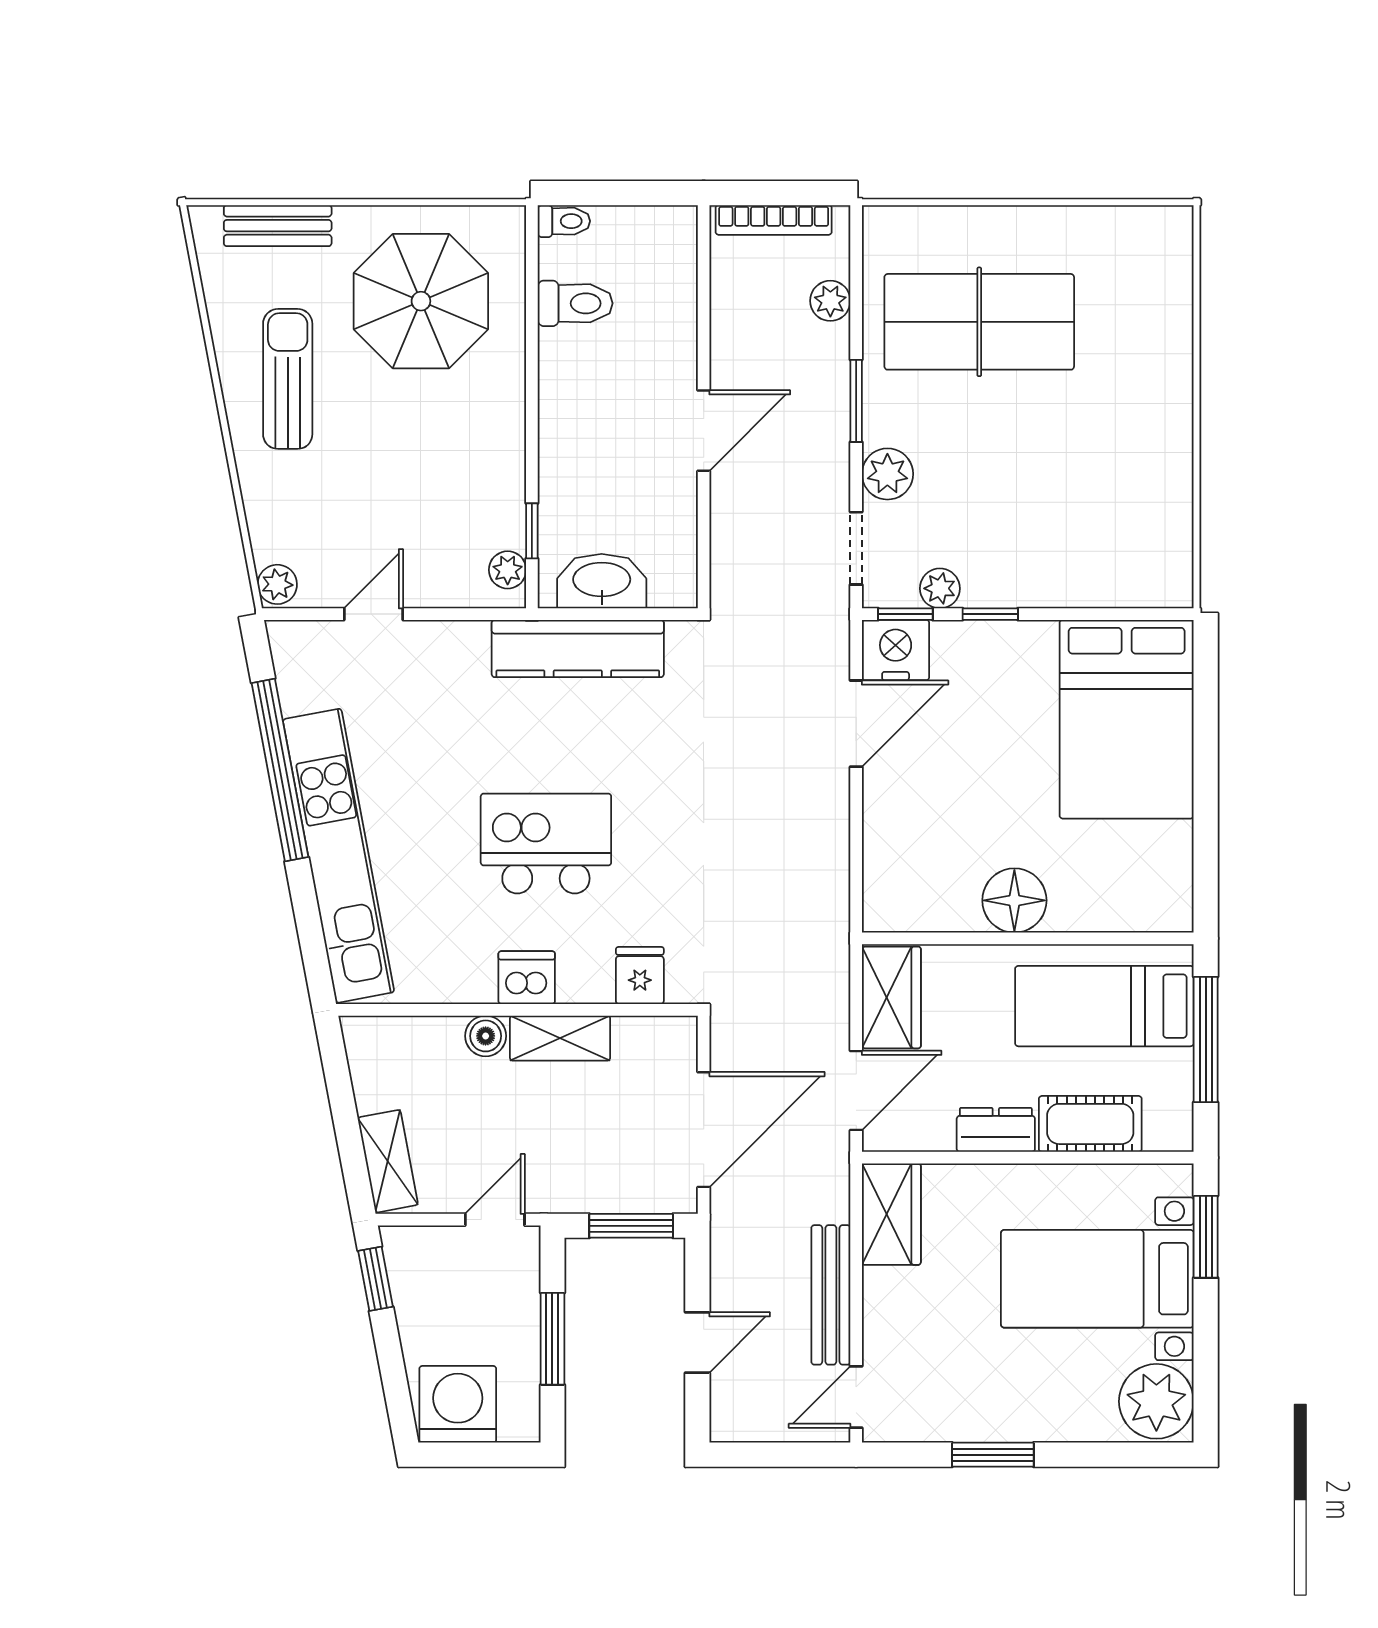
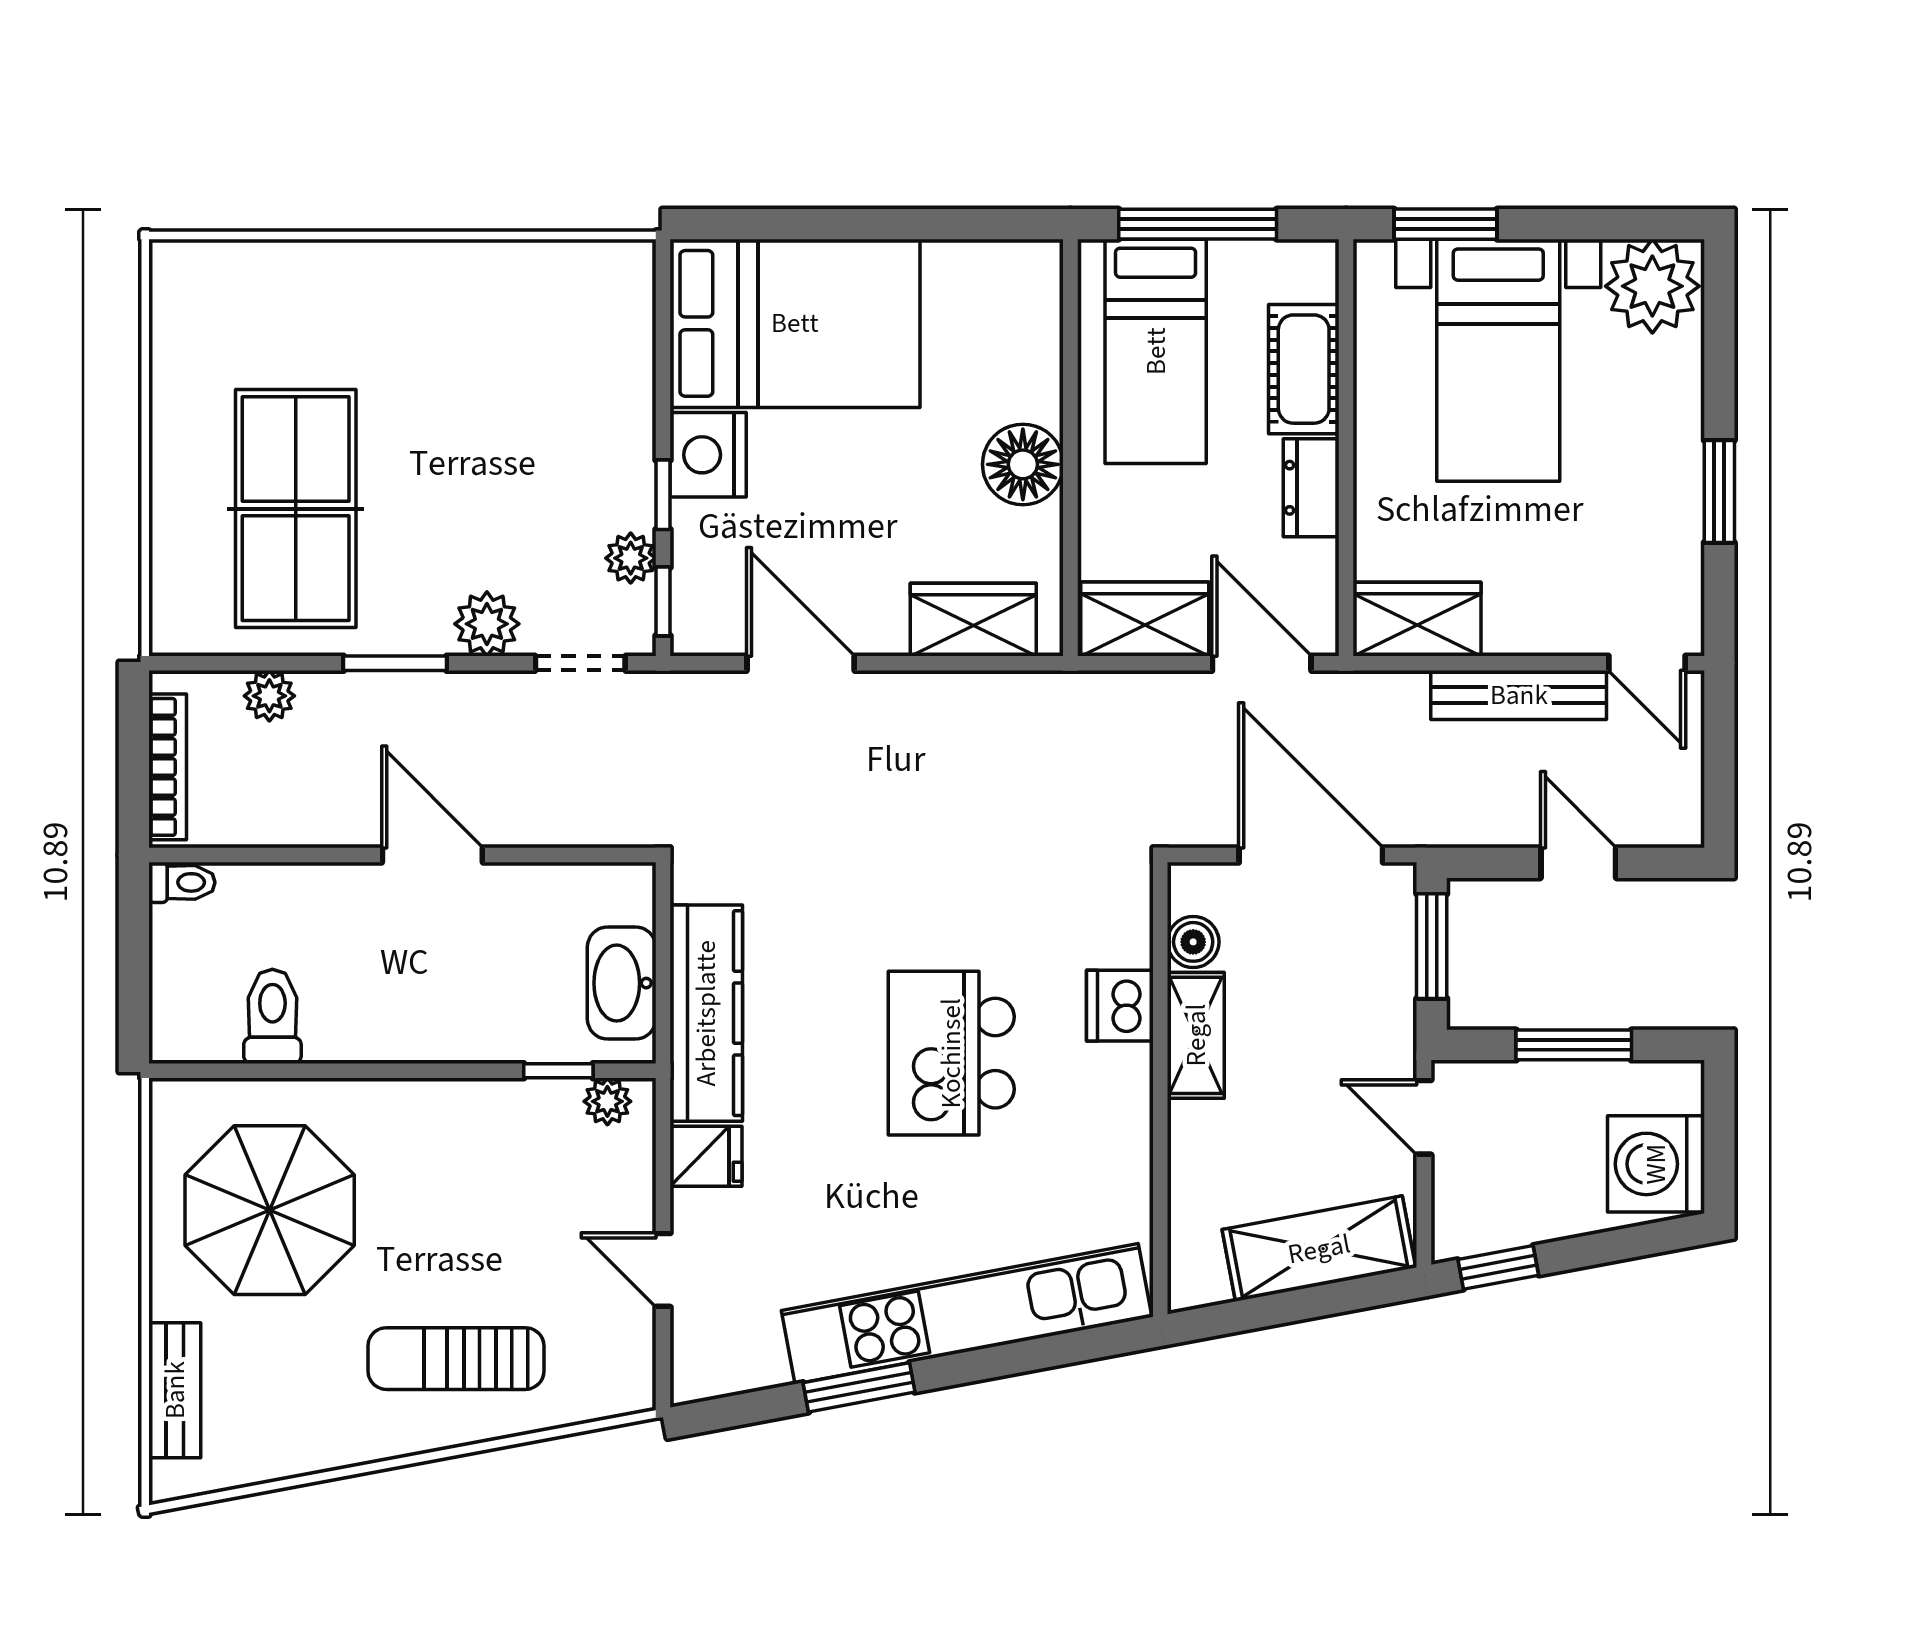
toilet: (564, 221) -> (182, 882), moved, turned 90
sun lounger: (288, 379) -> (456, 1359), moved
plant: (277, 584) -> (626, 1391), removed
nightstand: (896, 650) -> (708, 455), moved
window: (280, 770) -> (859, 1387), width x0.47
wardrobe: (891, 861) -> (973, 620), added
fridge: (640, 976) -> (706, 1156), moved, turned 180
dishwasher: (527, 978) -> (1120, 1006), moved
boiler: (486, 1036) -> (1193, 942), moved
shelving: (388, 1161) -> (1319, 1249), width x1.50, depth x1.33

